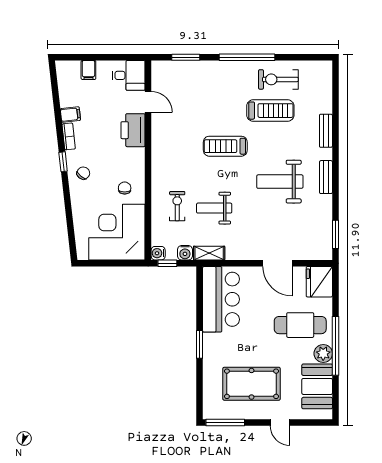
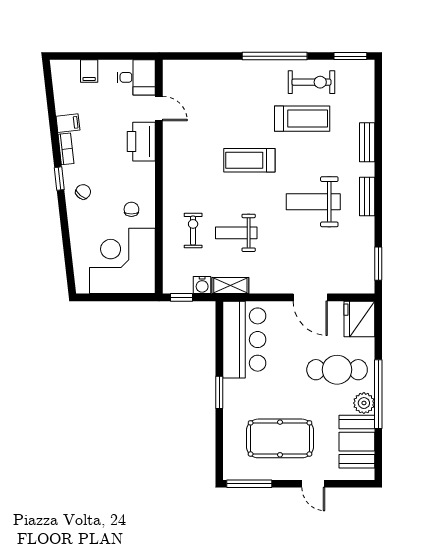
window: (186, 57) -> (350, 56), moved
exercise bike: (278, 79) -> (311, 82), turned 180
water cooler: (158, 253) -> (171, 286), removed

